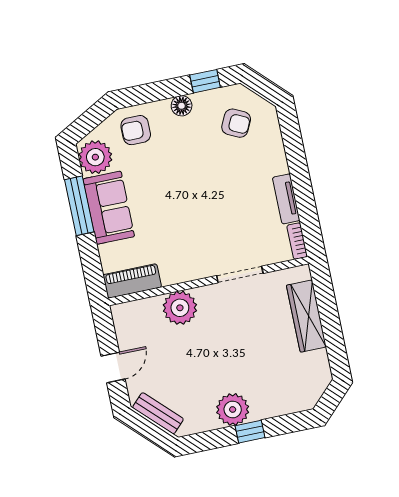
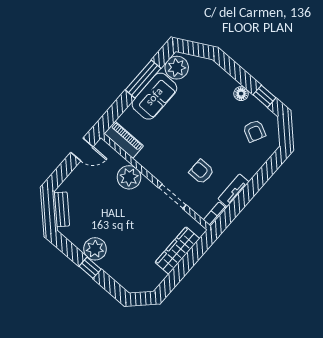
armchair: (136, 130) -> (201, 172), moved
door: (113, 368) -> (82, 149), moved

